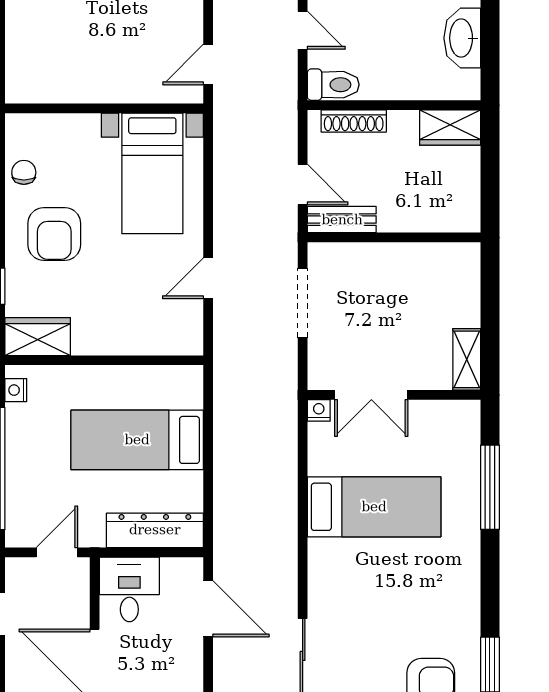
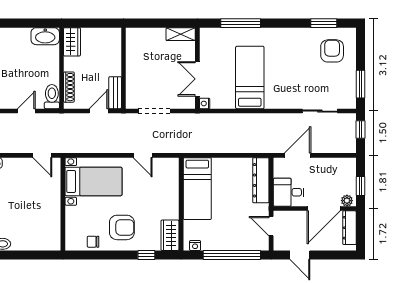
washbasin: (462, 38) -> (45, 36), moved
double door: (371, 395) -> (197, 79), swing flipped
bed: (137, 440) -> (197, 189), moved

